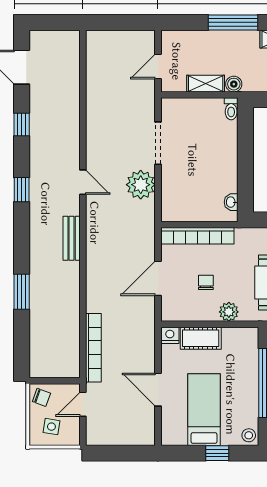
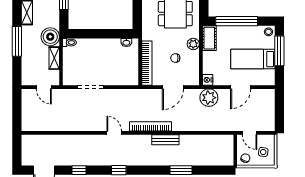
boiler: (234, 84) -> (50, 37), width x1.86, depth x1.86
door: (83, 182) -> (114, 133), hinge flipped
plant: (141, 185) -> (209, 98), moved
bench: (72, 238) -> (165, 140), moved
door: (158, 278) -> (173, 87), hinge flipped
cot: (201, 338) -> (209, 38), moved
bookcase: (93, 348) -> (151, 126), moved
window: (217, 453) -> (279, 51), width x2.17

